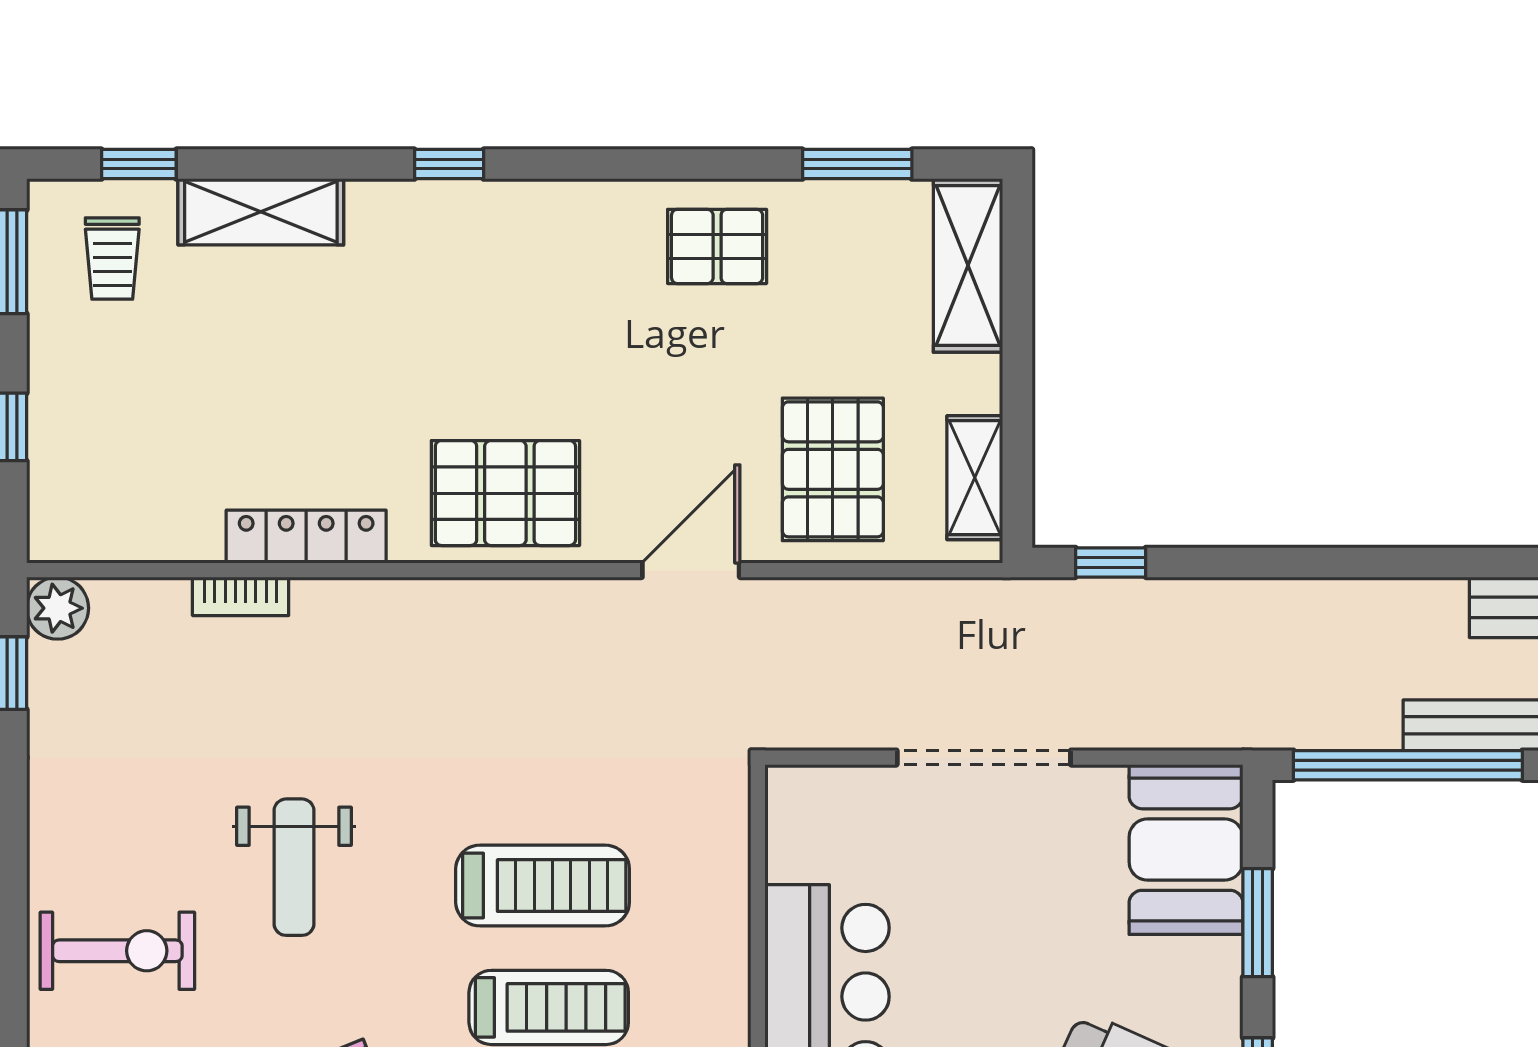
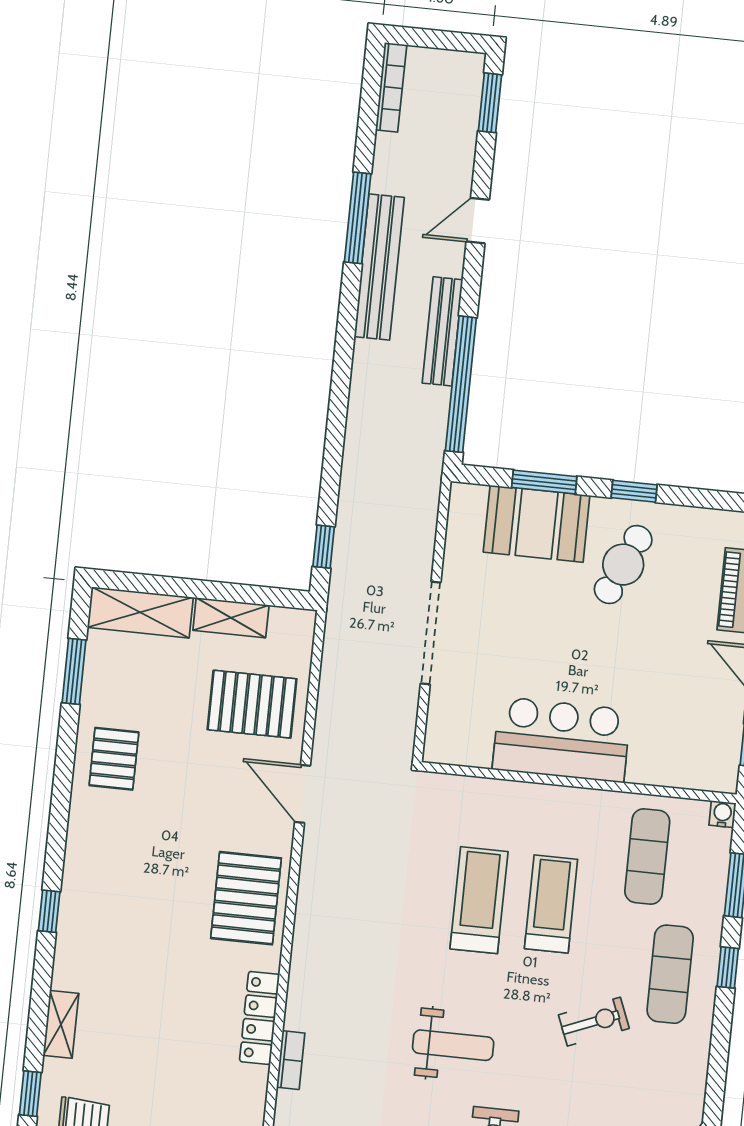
shelving: (261, 212) -> (61, 1024), width x0.67, depth x0.75
shelving: (975, 478) -> (231, 618), moved
booth: (1186, 850) -> (537, 524), moved

